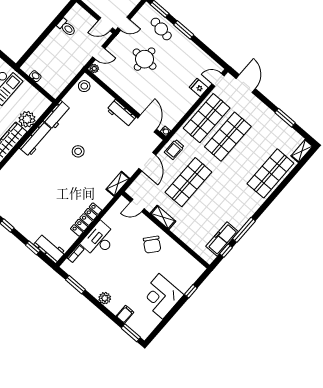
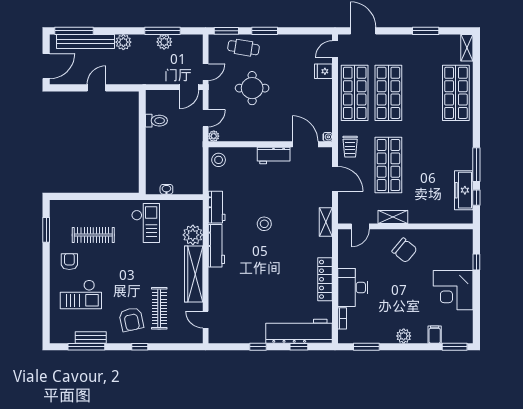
workbench: (50, 248) -> (299, 331), width x1.88, depth x1.32

